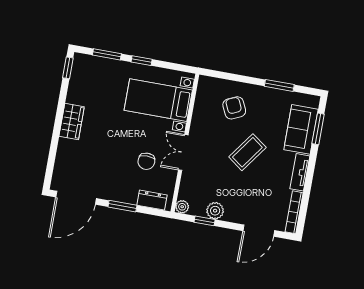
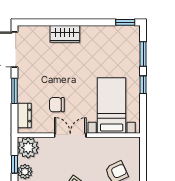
wardrobe: (72, 121) -> (65, 34), moved
plant: (182, 207) -> (28, 148), width x1.87, depth x1.87

